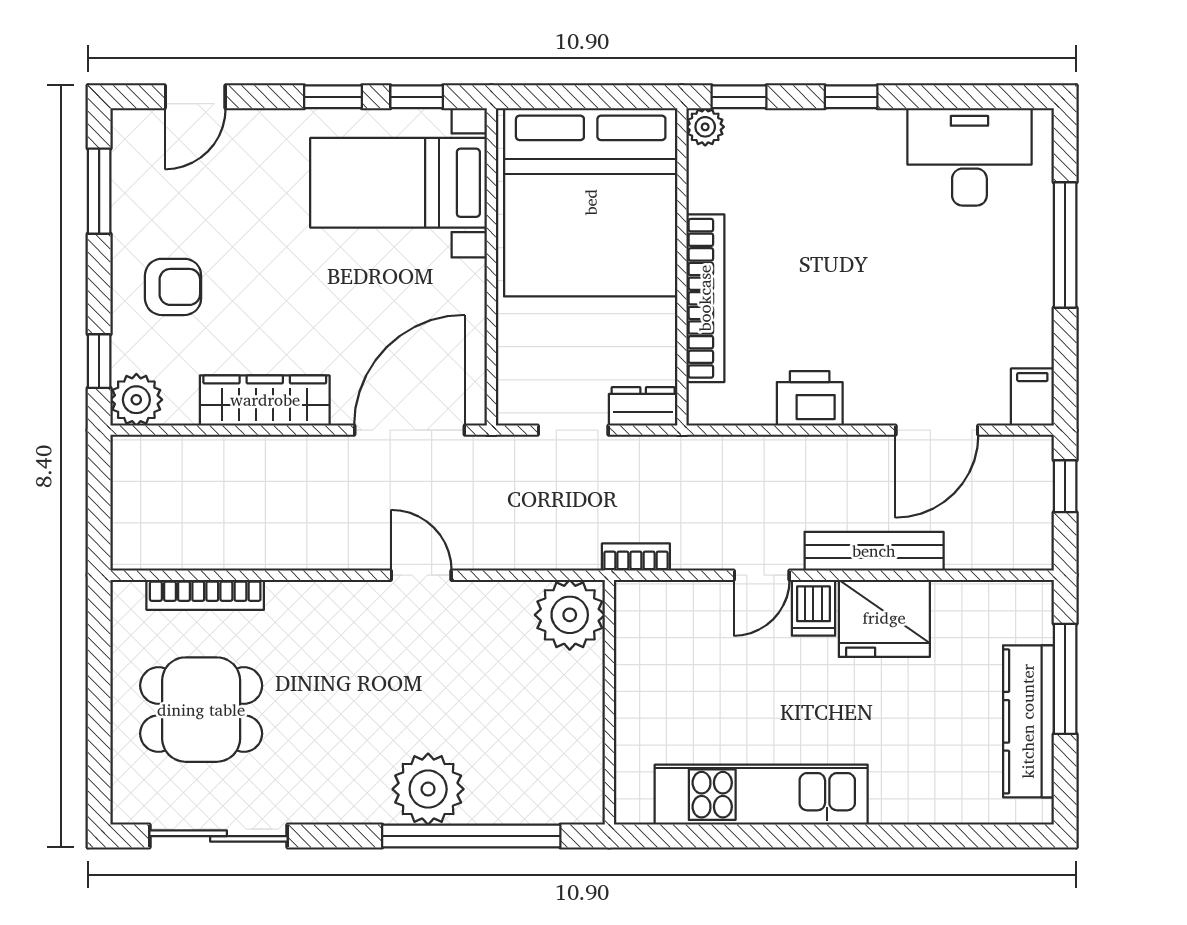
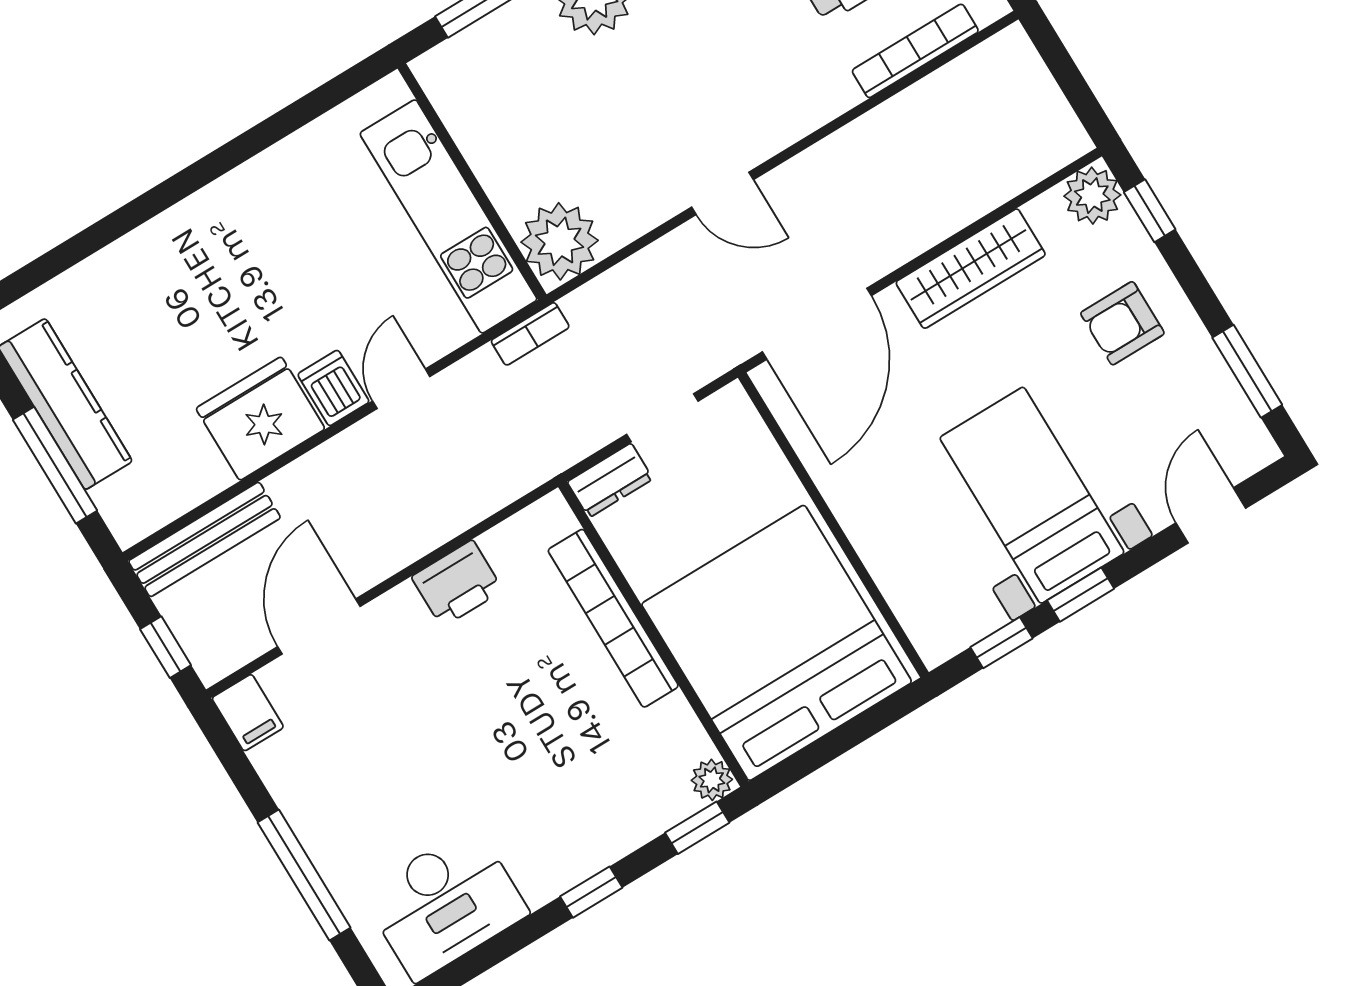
bed with nightstands: (399, 183) -> (1032, 495), moved, turned -90
bench: (874, 551) -> (205, 539), moved
kitchen unit: (761, 795) -> (449, 216), moved, turned 90

